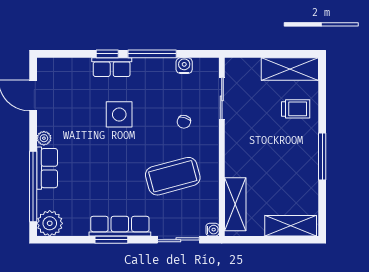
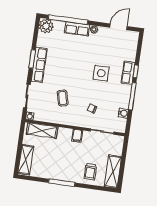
filing cabinet: (235, 141) -> (77, 136), added
coffee table: (173, 176) -> (63, 98), width x0.54, depth x0.58

